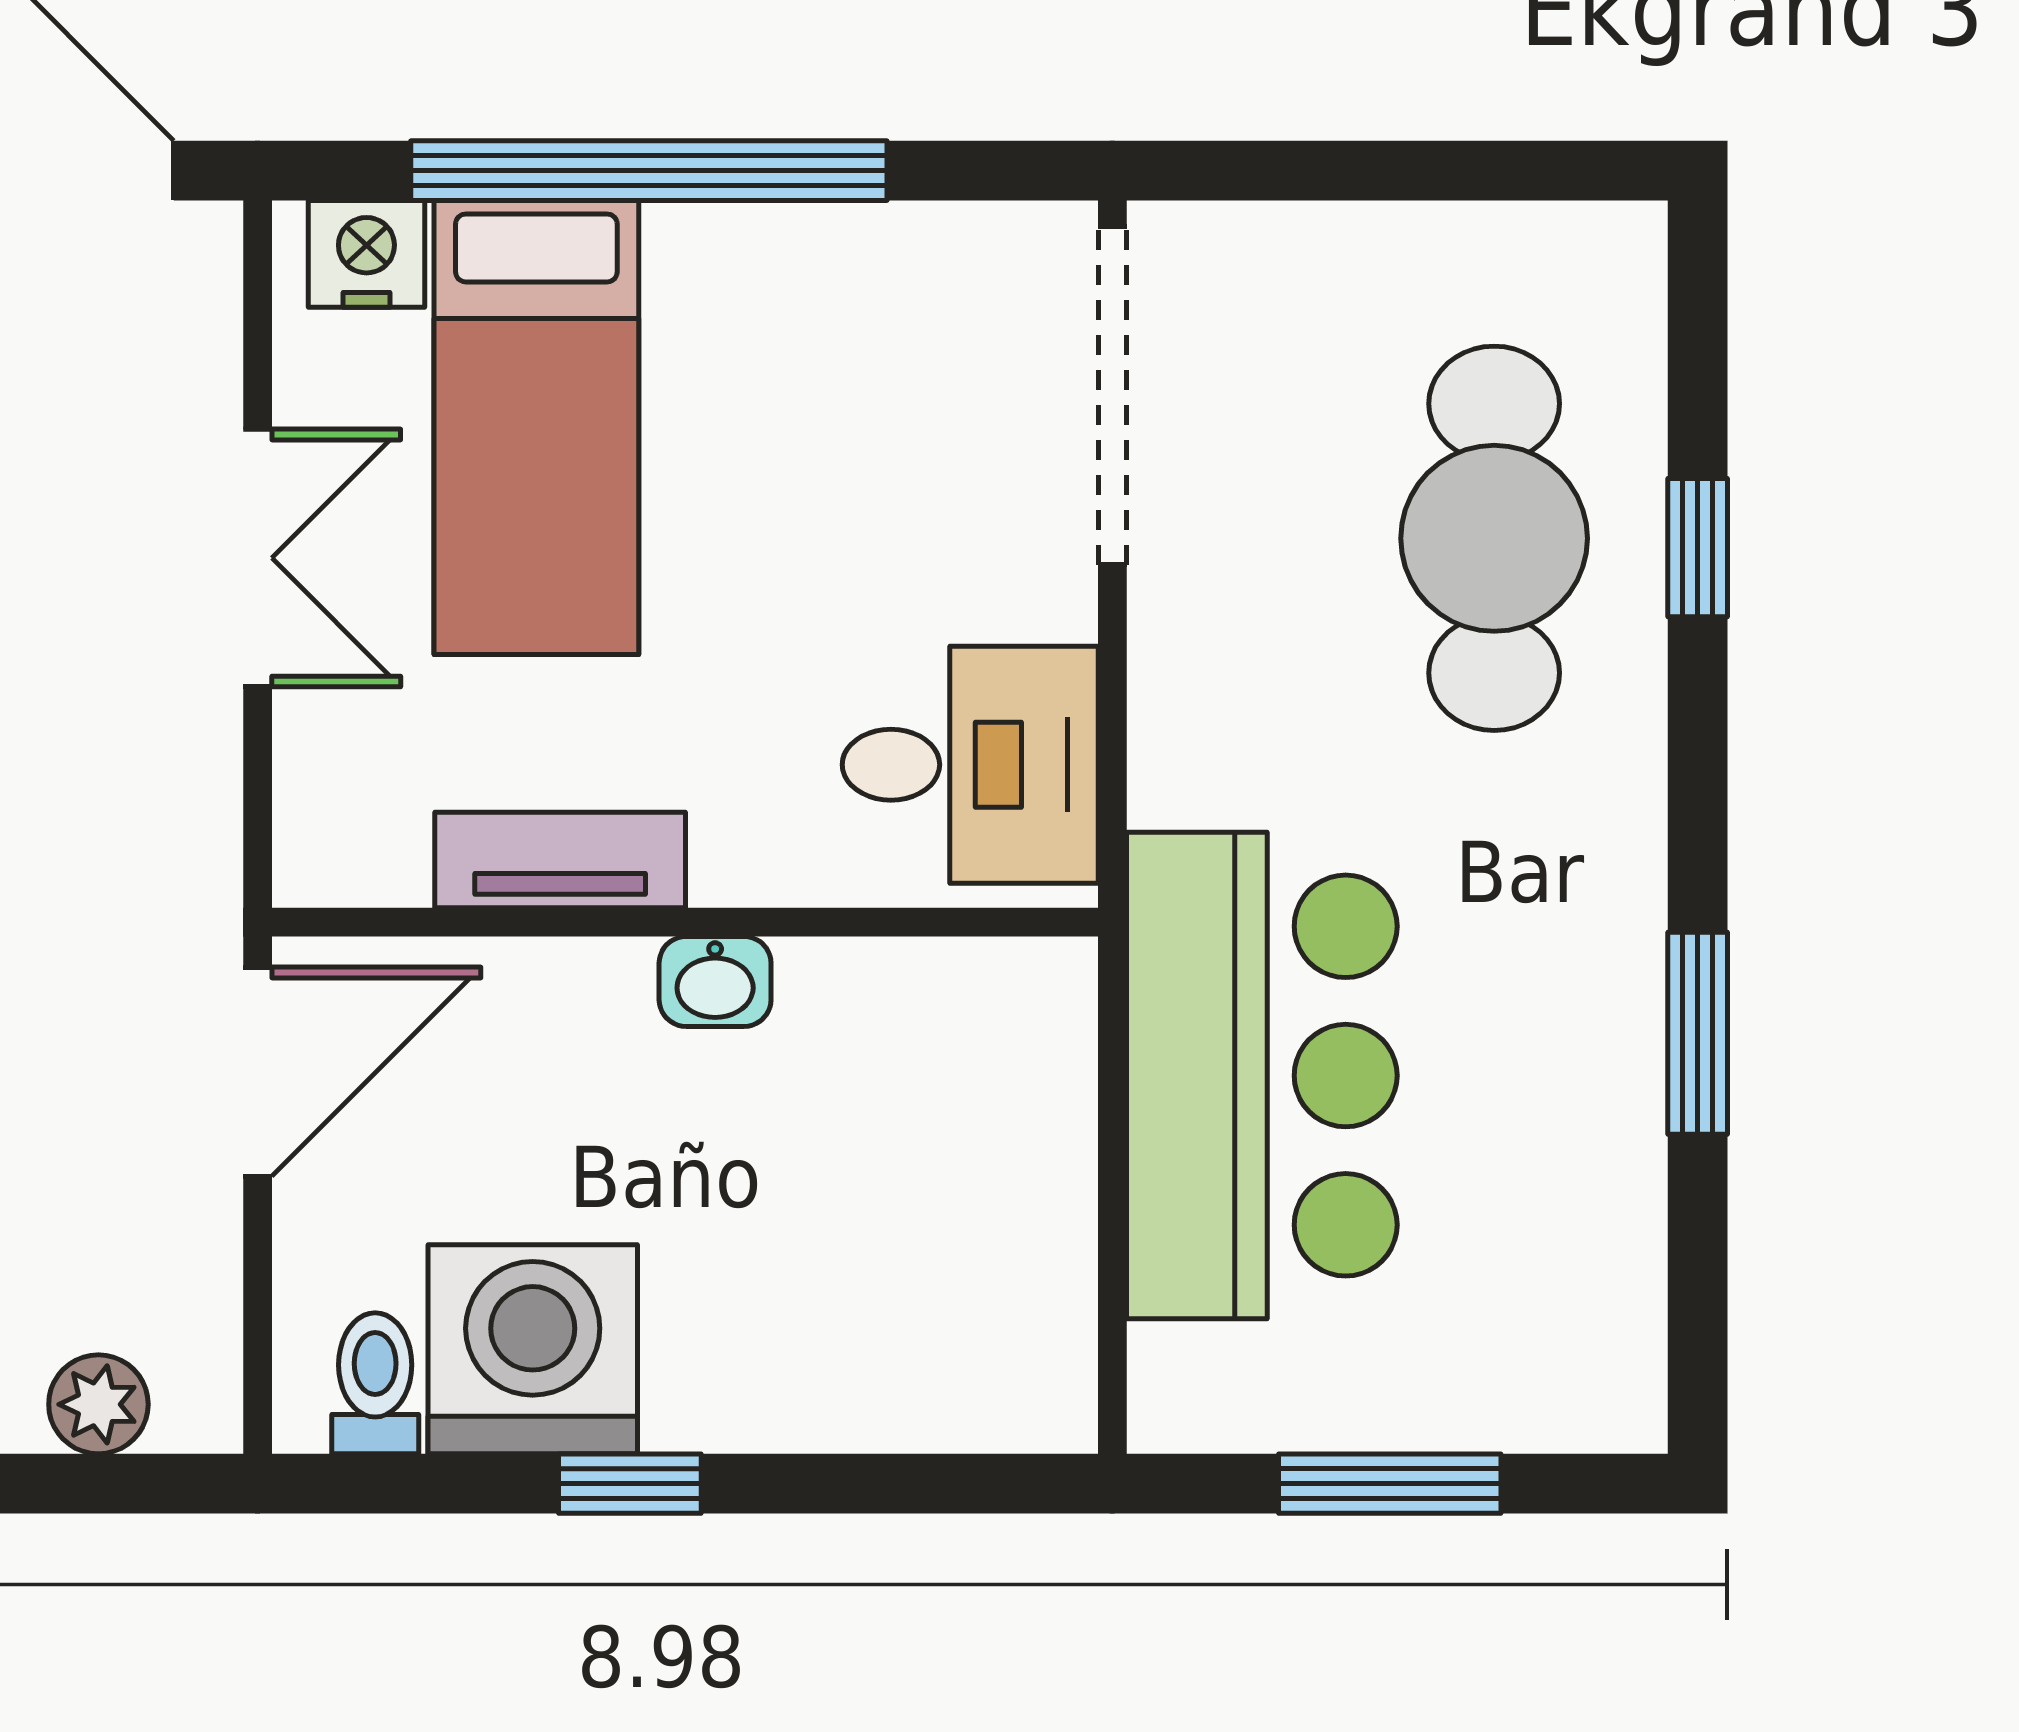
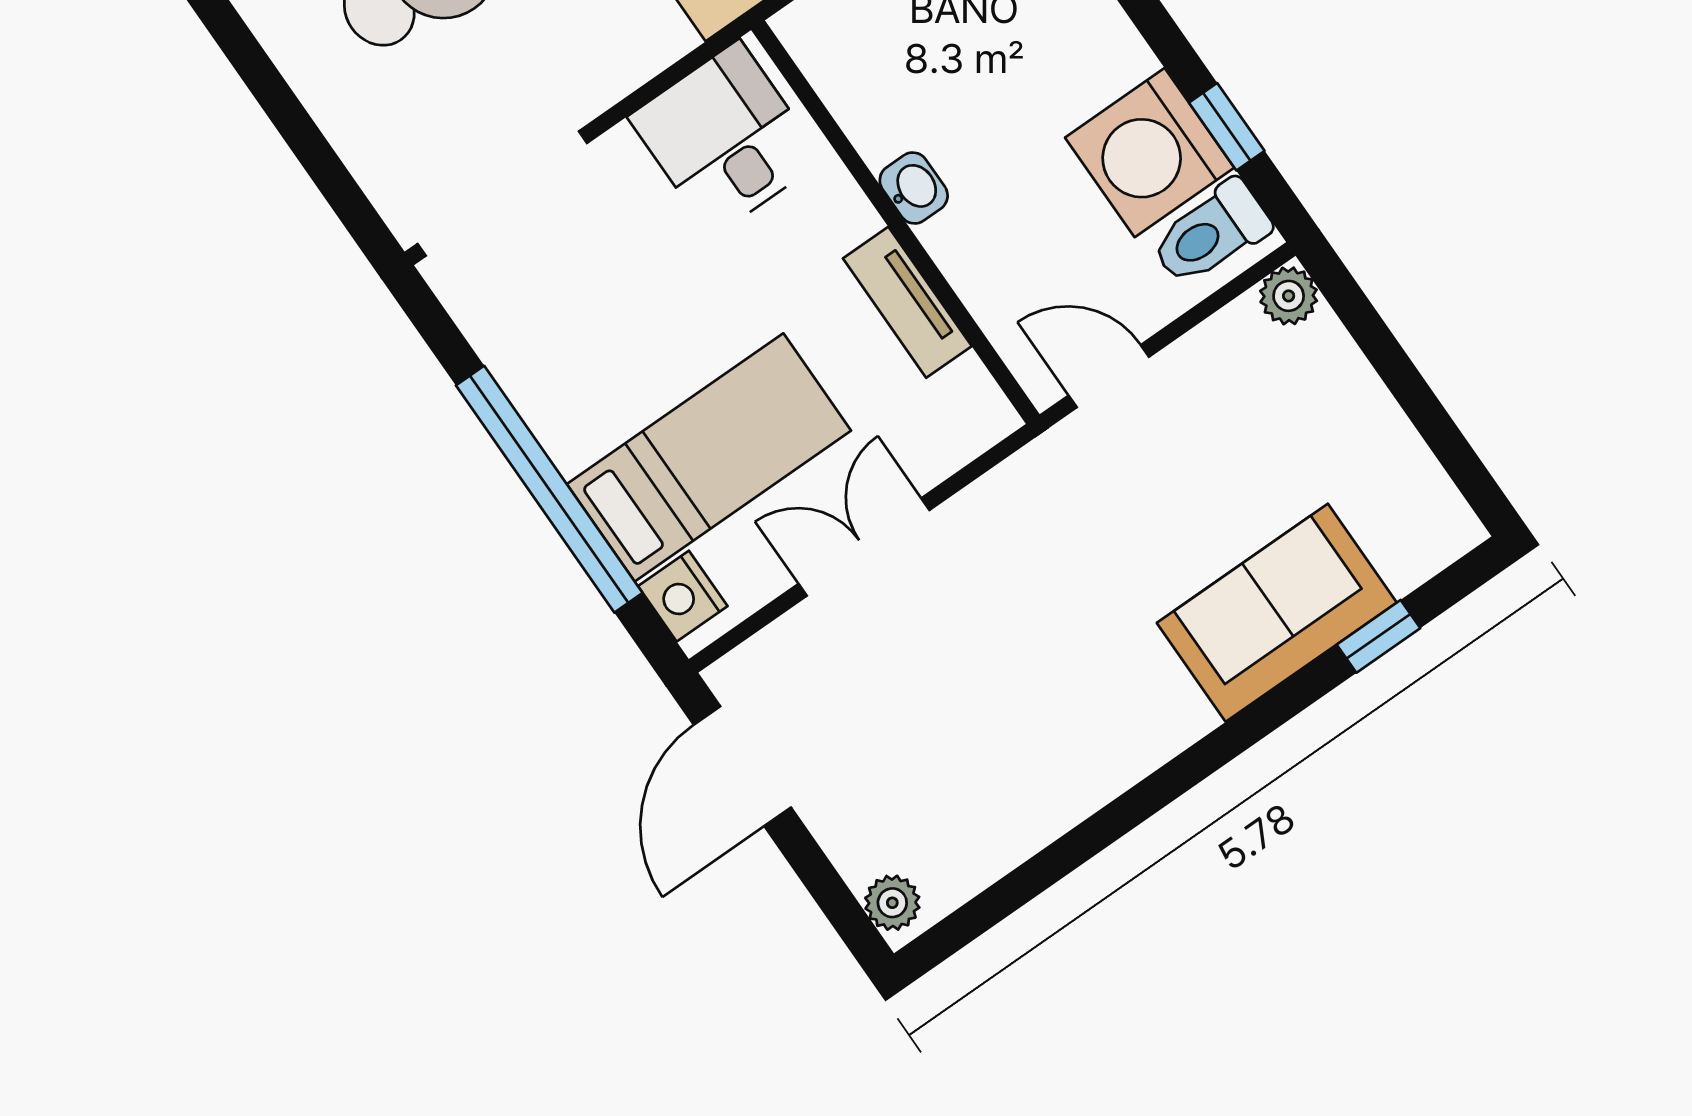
door: (258, 1072) -> (1109, 376), width x0.73
toilet: (375, 1383) -> (1211, 233), width x1.37, depth x1.39
plant: (98, 1404) -> (1289, 296), moved
window: (630, 1484) -> (1227, 127), moved

